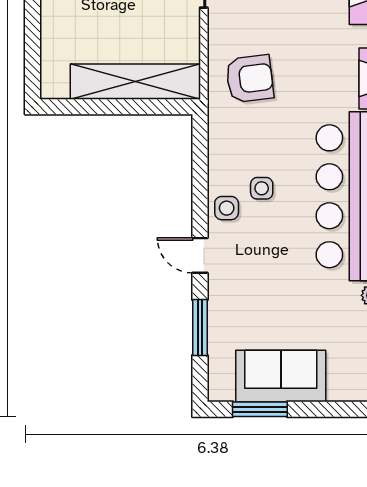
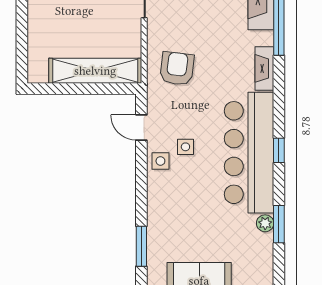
armchair: (250, 79) -> (177, 69), turned -76
door: (200, 255) -> (141, 128), moved

